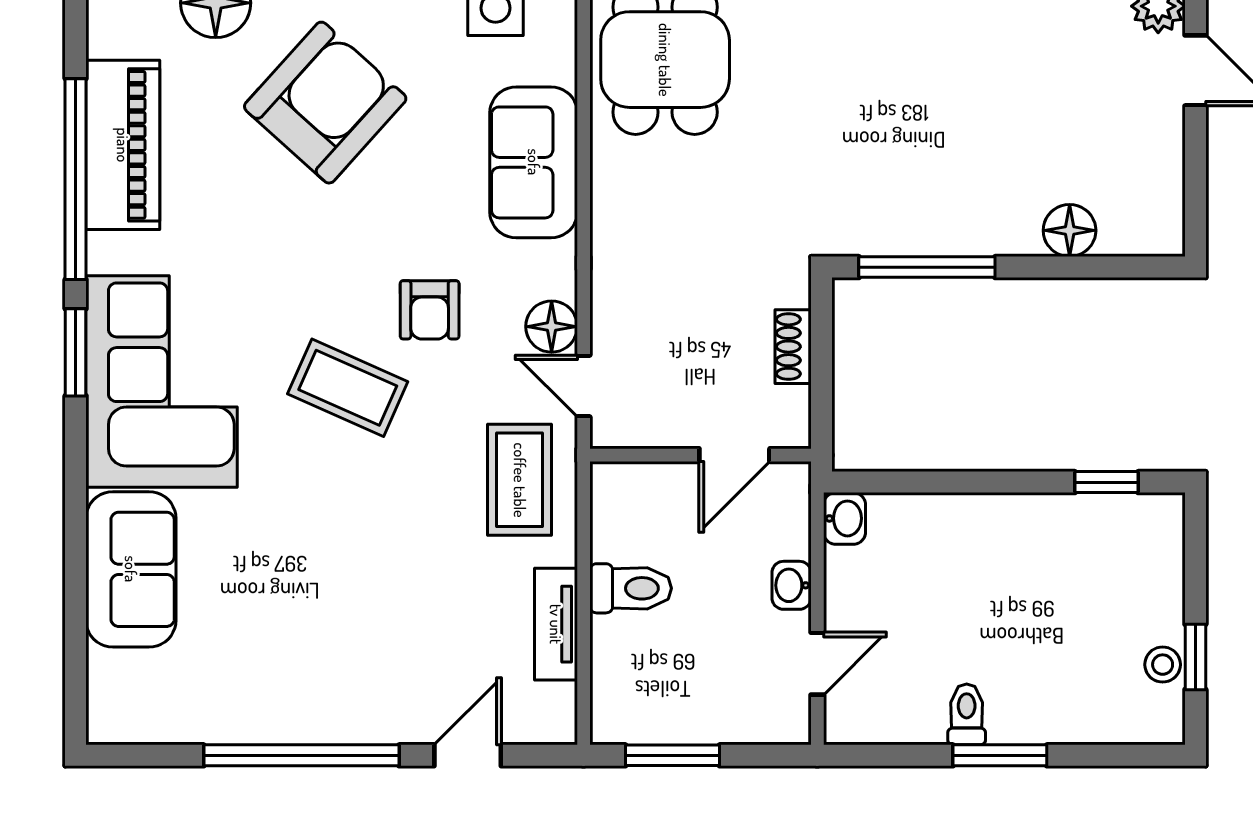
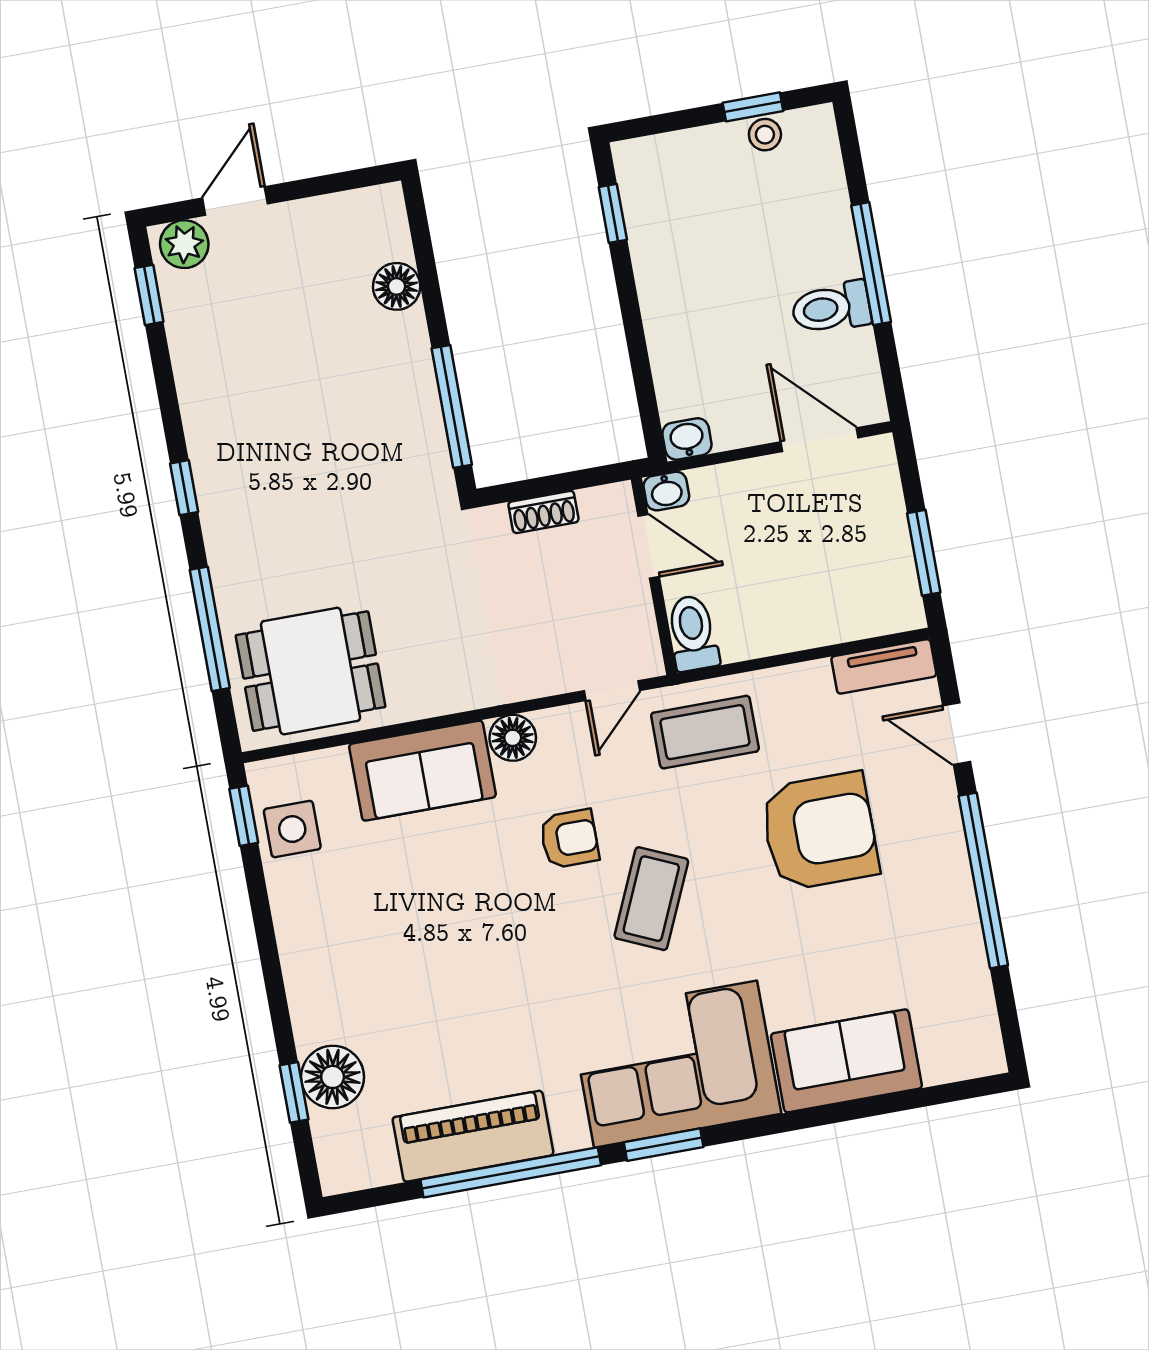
armchair: (325, 103) -> (820, 831), moved, turned 138
floor lamp: (552, 327) -> (513, 738), moved
washbasin: (792, 585) -> (666, 491), moved
toilet: (631, 588) -> (693, 633), moved
tv unit: (556, 624) -> (884, 666), moved
door: (817, 664) -> (820, 440), width x1.38
toilet: (967, 714) -> (831, 308), width x1.37, depth x1.39
window: (1000, 755) -> (871, 264), width x1.44

